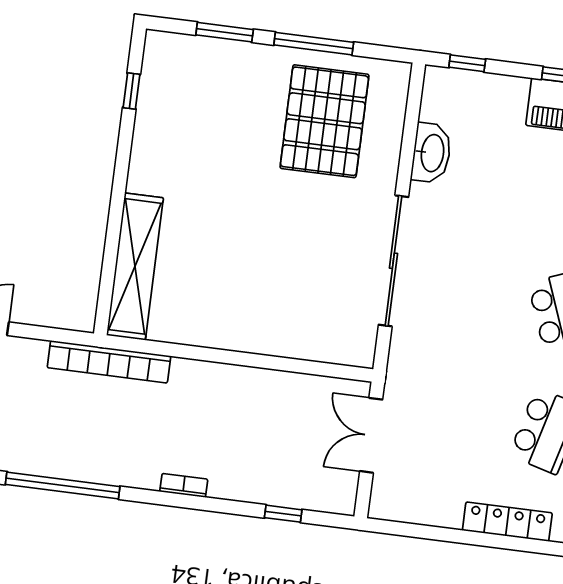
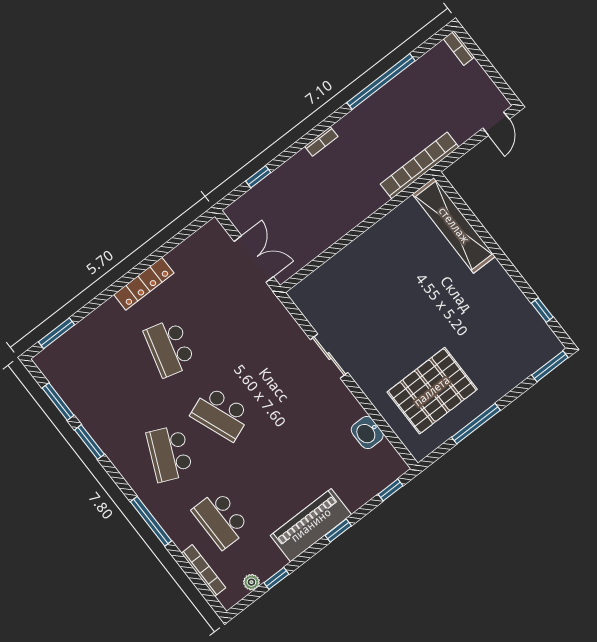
window: (225, 32) -> (550, 366), moved
pallet: (324, 121) -> (432, 391), turned 90
washbasin: (431, 153) -> (367, 433), width x0.72
sliding door: (393, 261) -> (329, 356), width x0.54

